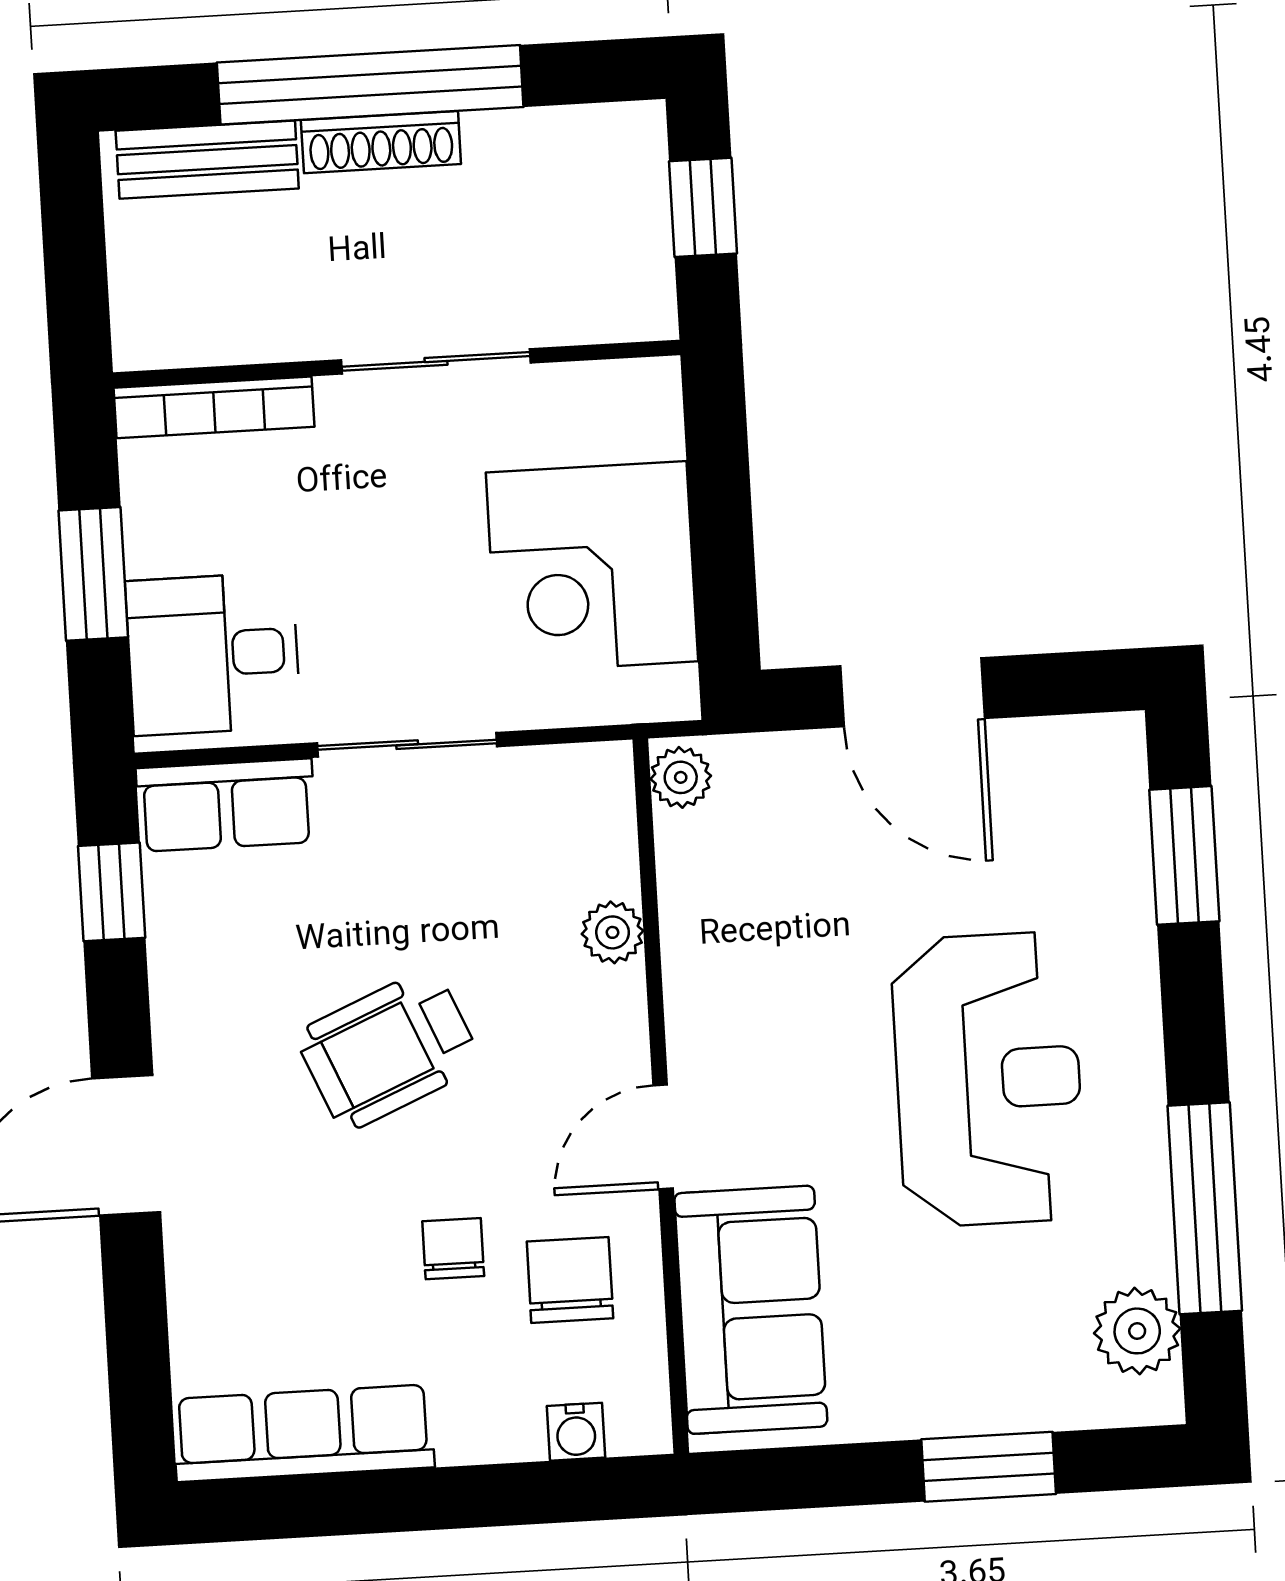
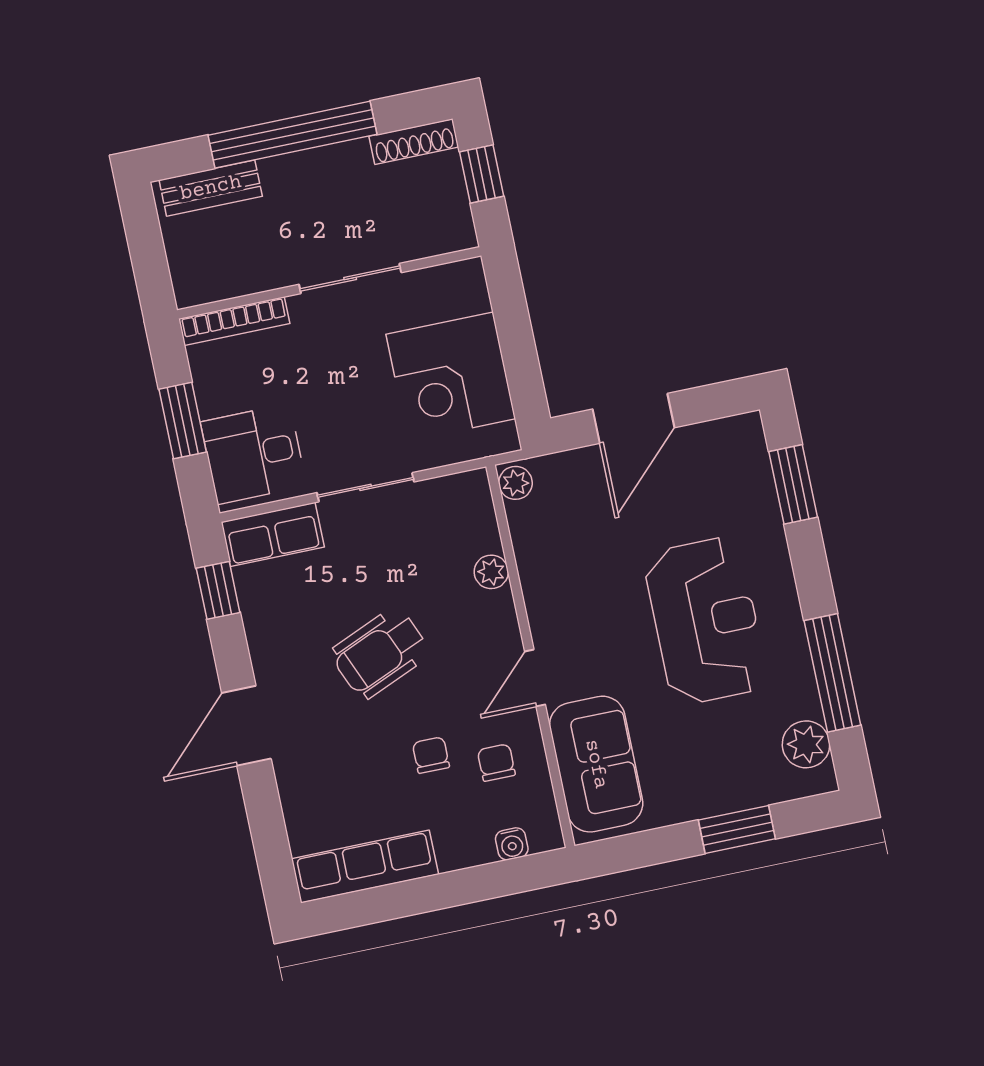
shoe rack: (381, 142) -> (414, 142), moved
door: (912, 692) -> (634, 418), hinge flipped
chair: (570, 1280) -> (496, 763), width x0.73, depth x0.73

